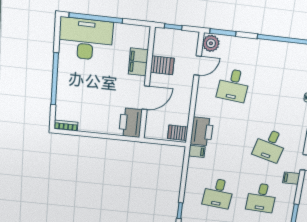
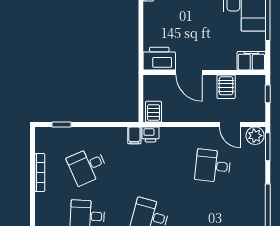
filing cabinet: (138, 62) -> (251, 61), moved
printer: (202, 132) -> (150, 134), width x0.53, depth x0.68
desk: (218, 193) -> (87, 166), turned -30

